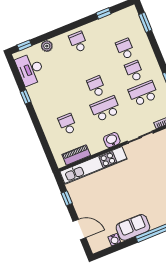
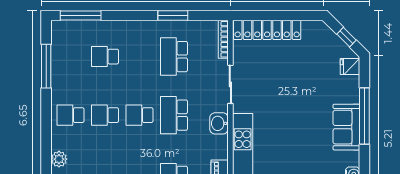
window: (104, 13) -> (46, 66), width x2.17
window: (145, 22) -> (81, 16), width x1.44
school desk: (134, 71) -> (105, 115), moved
sofa: (133, 227) -> (346, 127), moved

